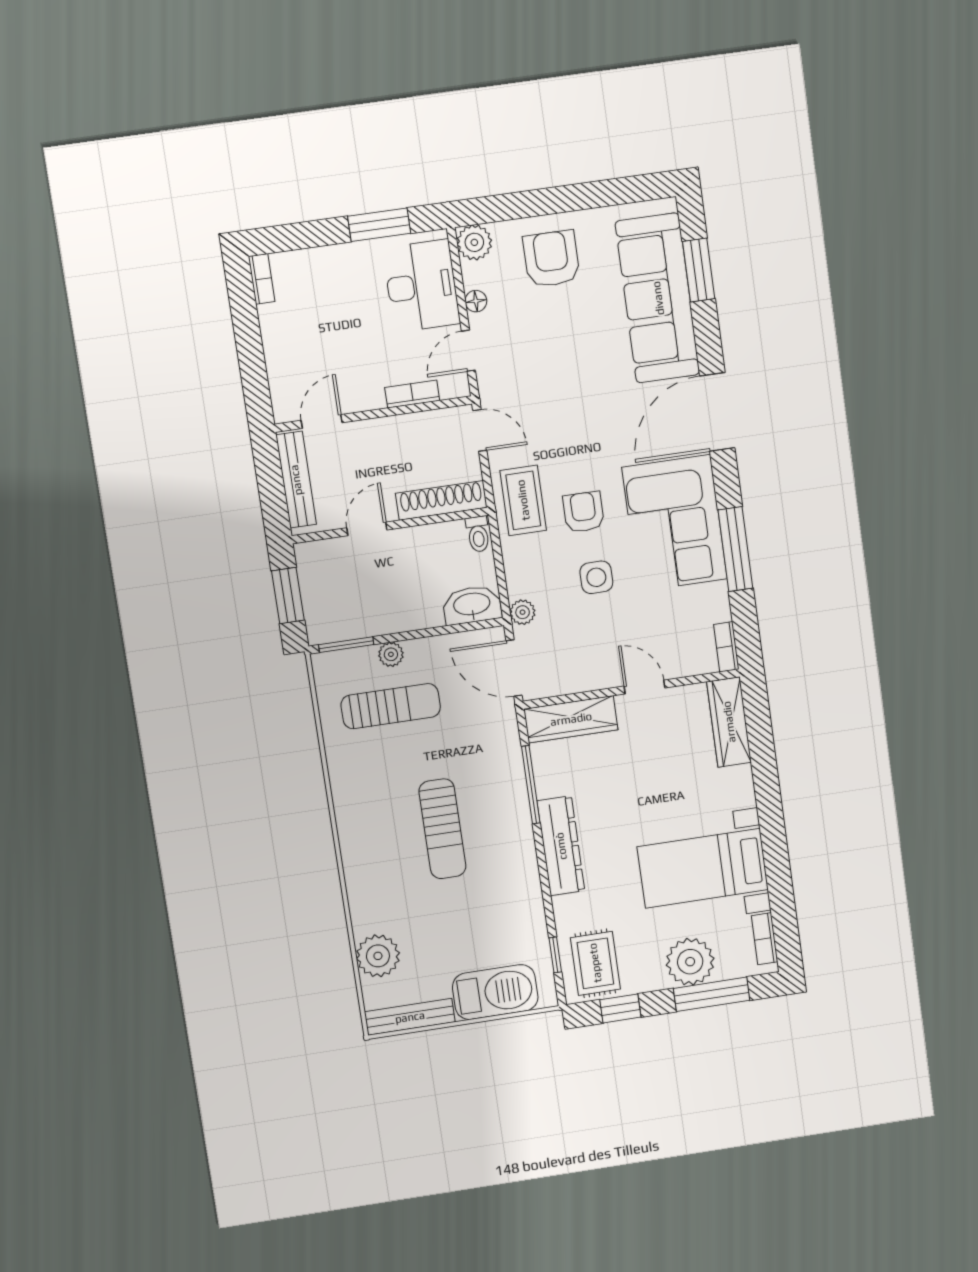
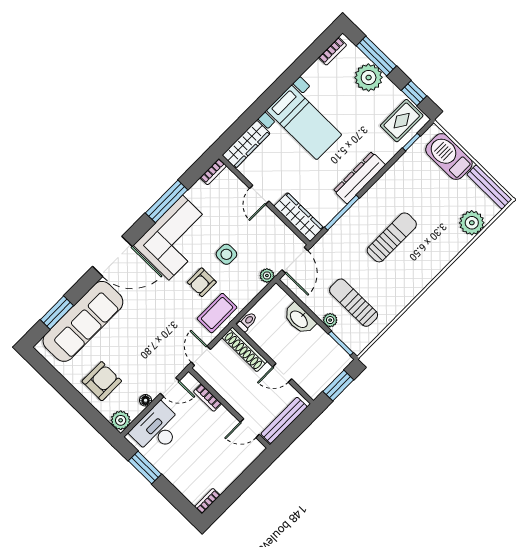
armchair: (551, 259) -> (102, 381), turned 180
washbasin: (472, 605) -> (299, 319), moved
bed with nightstands: (703, 868) -> (304, 122), moved

